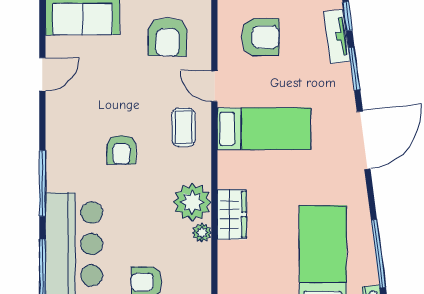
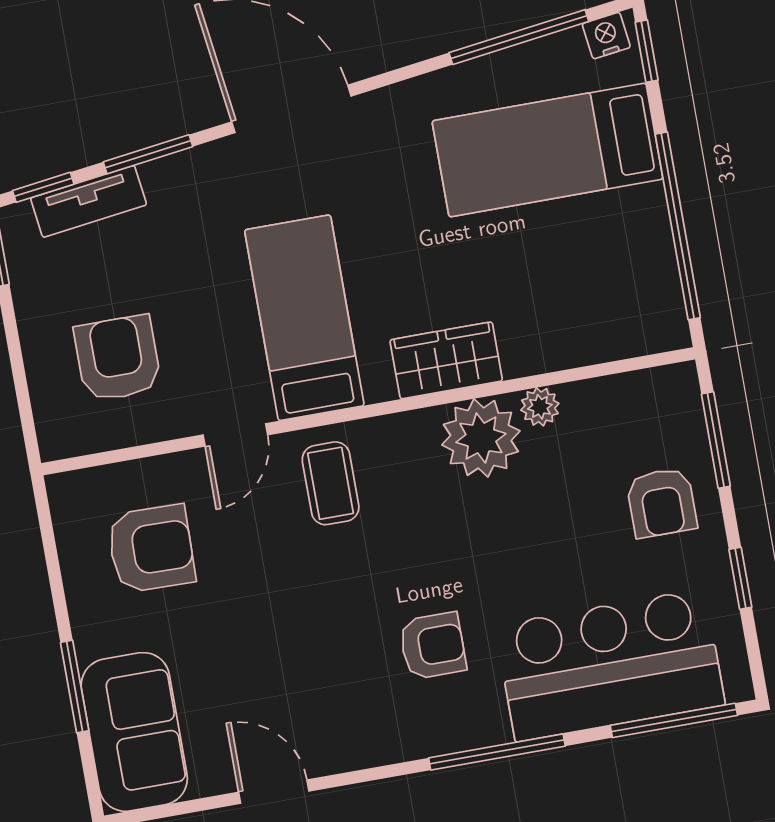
coffee table: (183, 127) -> (331, 483), turned 90
armchair: (121, 150) -> (433, 646), moved
wardrobe: (232, 214) -> (446, 360), moved

